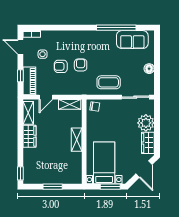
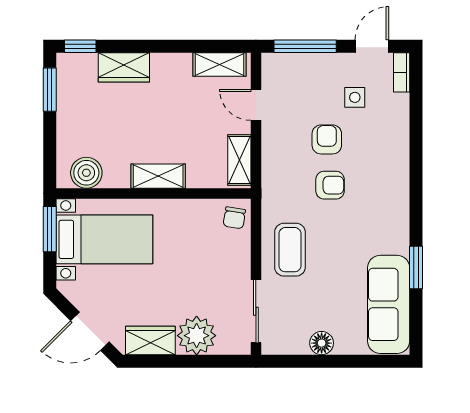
window: (116, 28) -> (416, 267), width x0.47
sofa: (132, 40) -> (389, 304), width x1.36
window: (20, 76) -> (305, 46), width x2.17
piano: (29, 81) -> (293, 67), removed
wardrobe: (30, 136) -> (124, 67), moved
boiler: (75, 171) -> (86, 173), added
window: (53, 187) -> (50, 90), moved
window: (110, 187) -> (50, 229), moved

